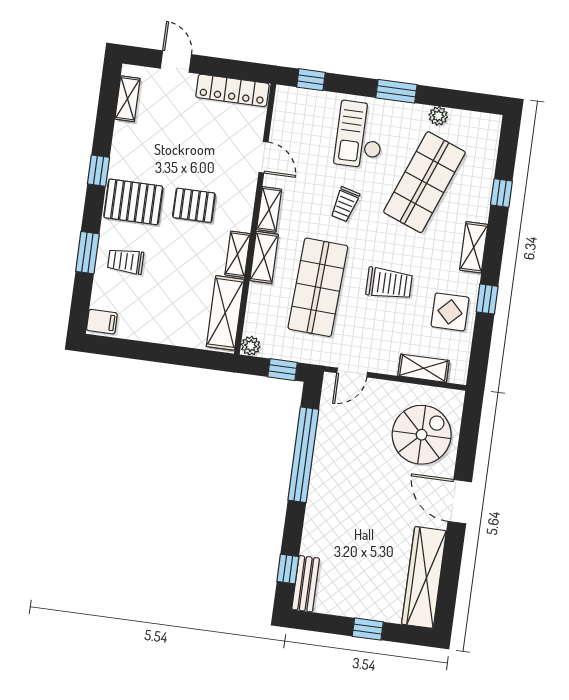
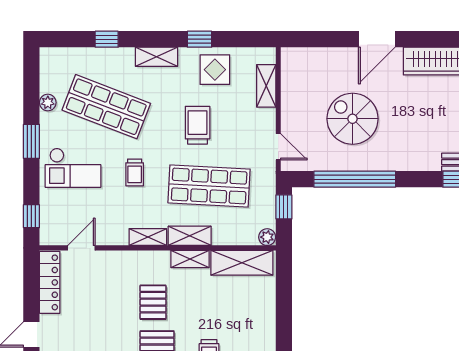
door: (264, 157) -> (81, 248), moved
trolley: (345, 204) -> (135, 172), turned 75
spiral stairs: (422, 435) -> (353, 119), moved

